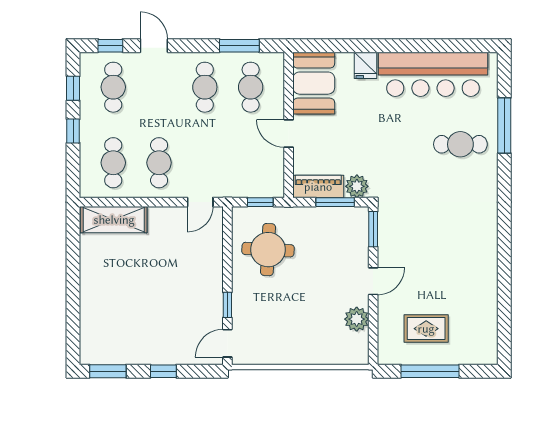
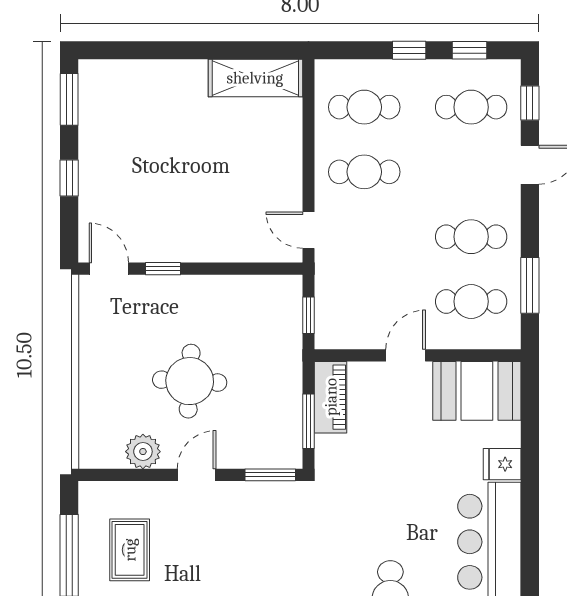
plant: (357, 186) -> (331, 452), removed
shelving: (114, 220) -> (255, 78), moved, turned 90
round table: (268, 250) -> (190, 381), moved
door: (373, 281) -> (197, 475), swing flipped

